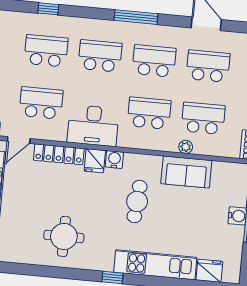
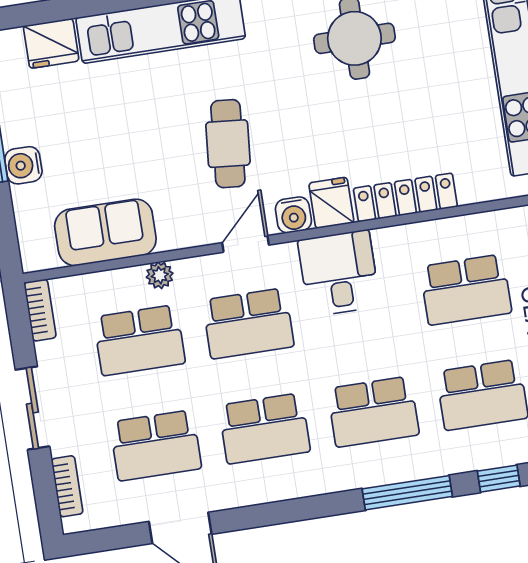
window: (136, 17) -> (407, 493), moved
desk: (93, 126) -> (339, 273), width x0.73
door: (19, 140) -> (246, 244), moved
sofa: (186, 172) -> (105, 232), moved

